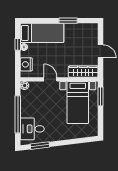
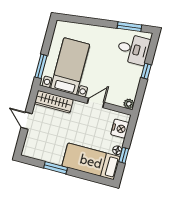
door: (50, 79) -> (96, 103), swing flipped
window: (18, 114) -> (146, 71), width x0.32

